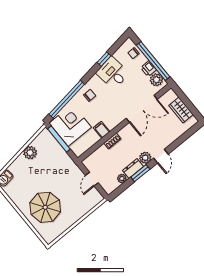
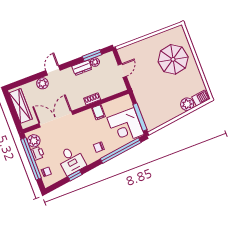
wardrobe: (181, 110) -> (21, 106), width x1.50
plant: (30, 153) -> (187, 104), moved
plant: (145, 158) -> (42, 83), moved
window: (140, 173) -> (92, 56), moved

